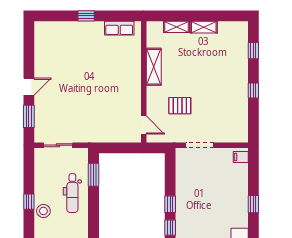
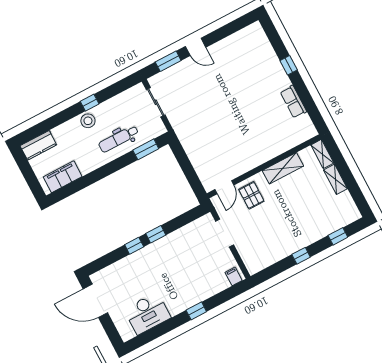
shelving: (154, 67) -> (283, 168), moved
wall: (144, 82) -> (264, 166), moved
door: (144, 125) -> (224, 187), moved

